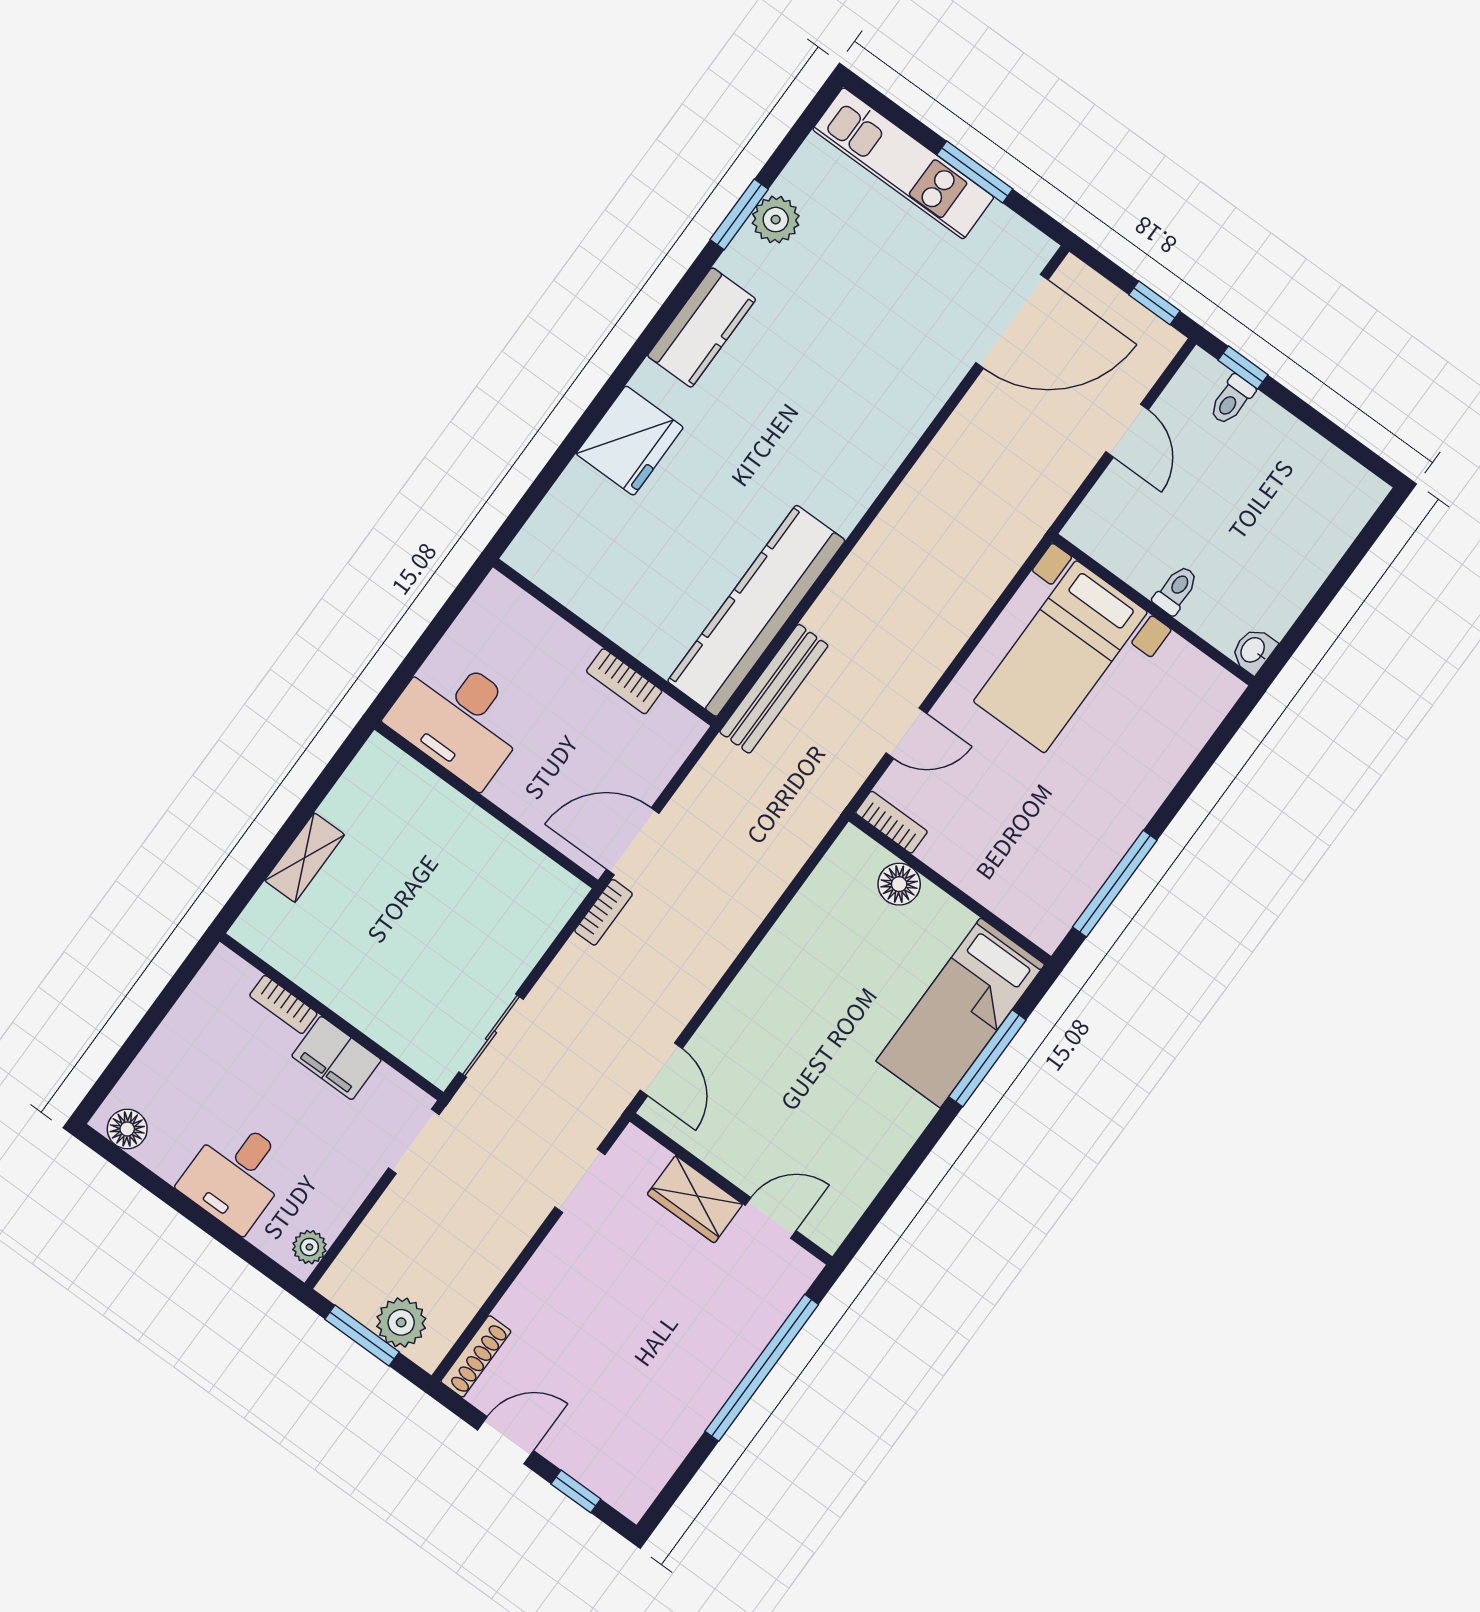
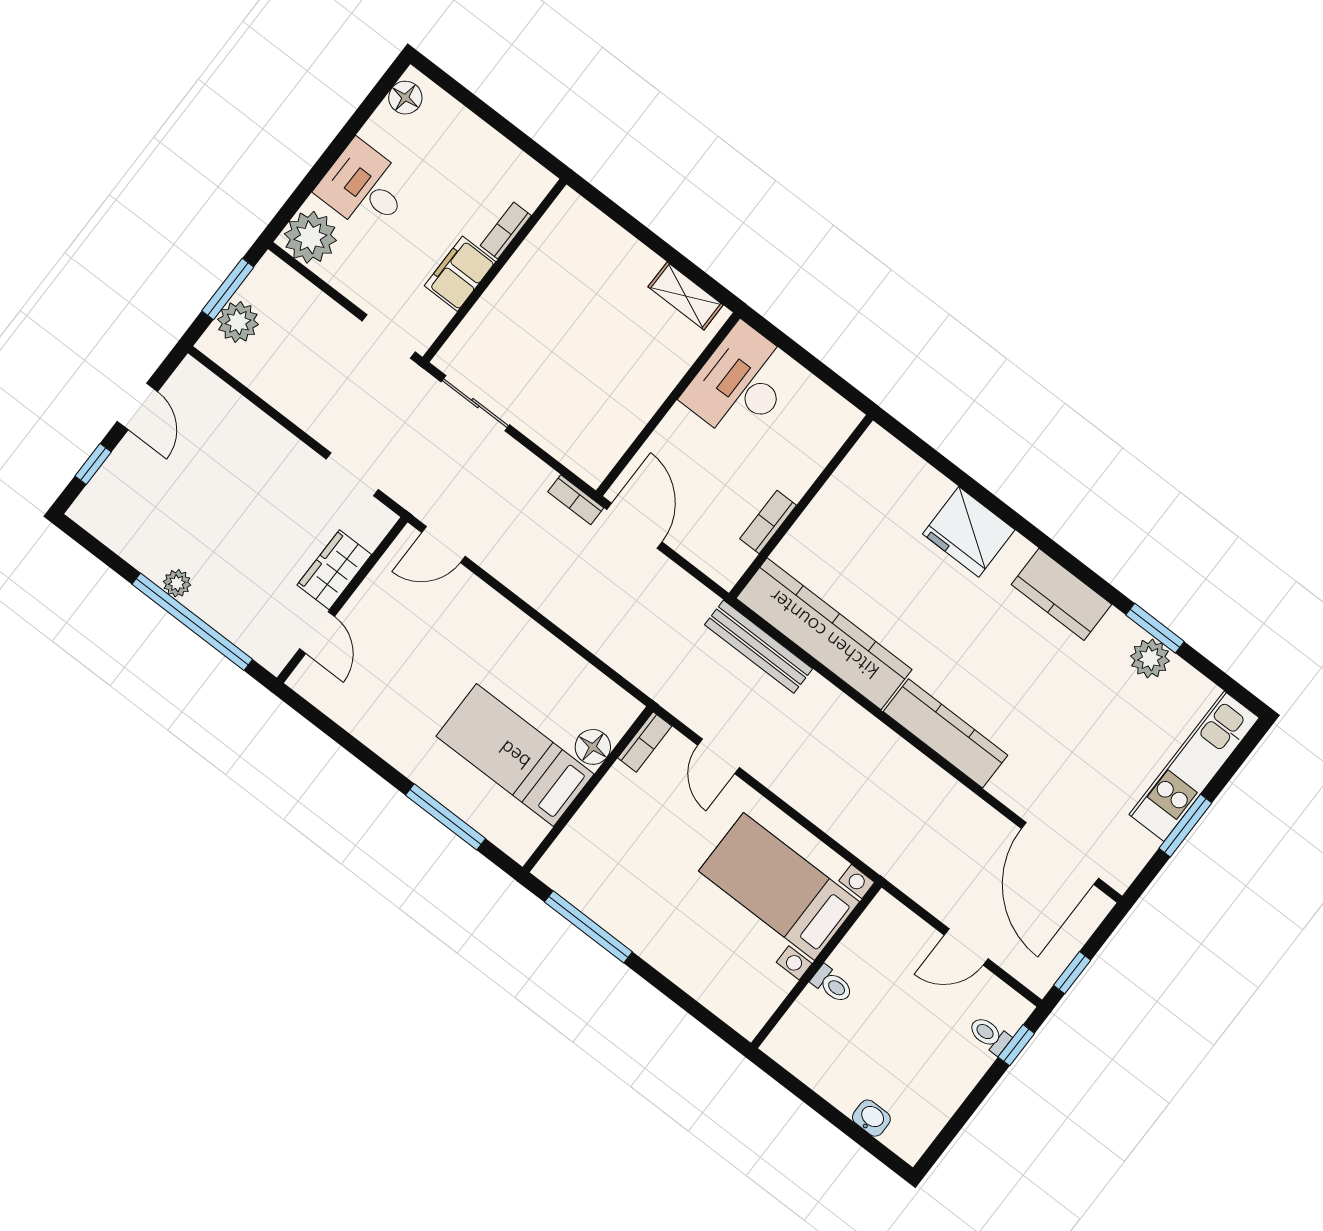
kitchen counter: (872, 462) -> (946, 733), added
washbasin: (1253, 650) -> (871, 1118), moved
shelving: (305, 858) -> (686, 296), moved
bed: (960, 1013) -> (515, 755), moved
plant: (309, 1247) -> (310, 237), width x1.88, depth x1.88
shoe rack: (476, 1356) -> (208, 384), removed
plant: (716, 1387) -> (177, 583), added

